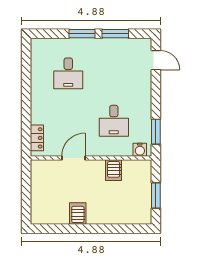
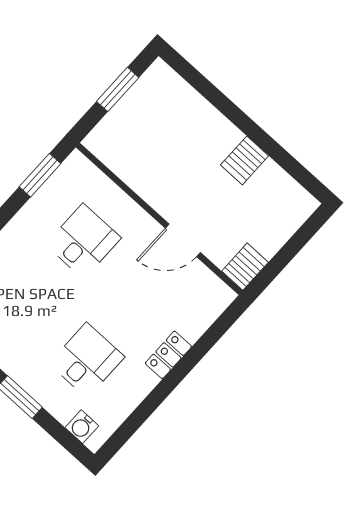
locker: (37, 138) -> (168, 355), moved
water cooler: (140, 150) -> (82, 427), moved, turned 180
server rack: (114, 170) -> (245, 267), moved

